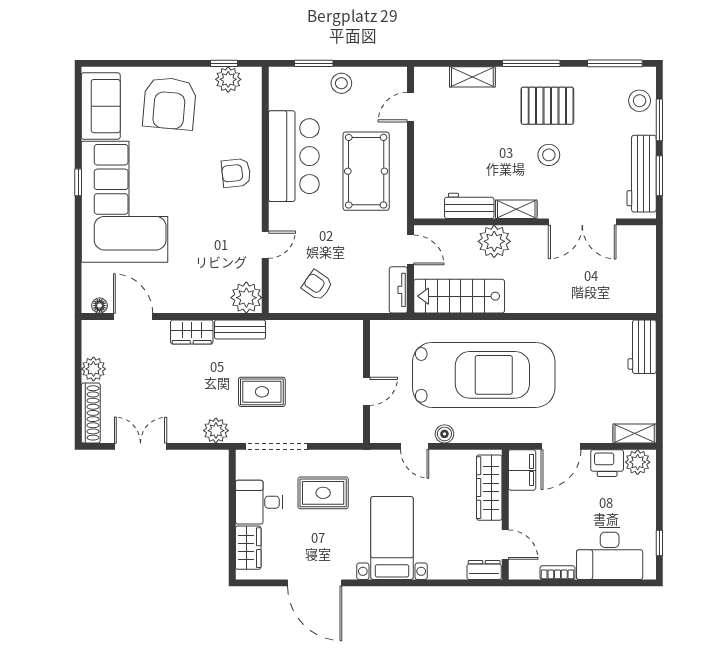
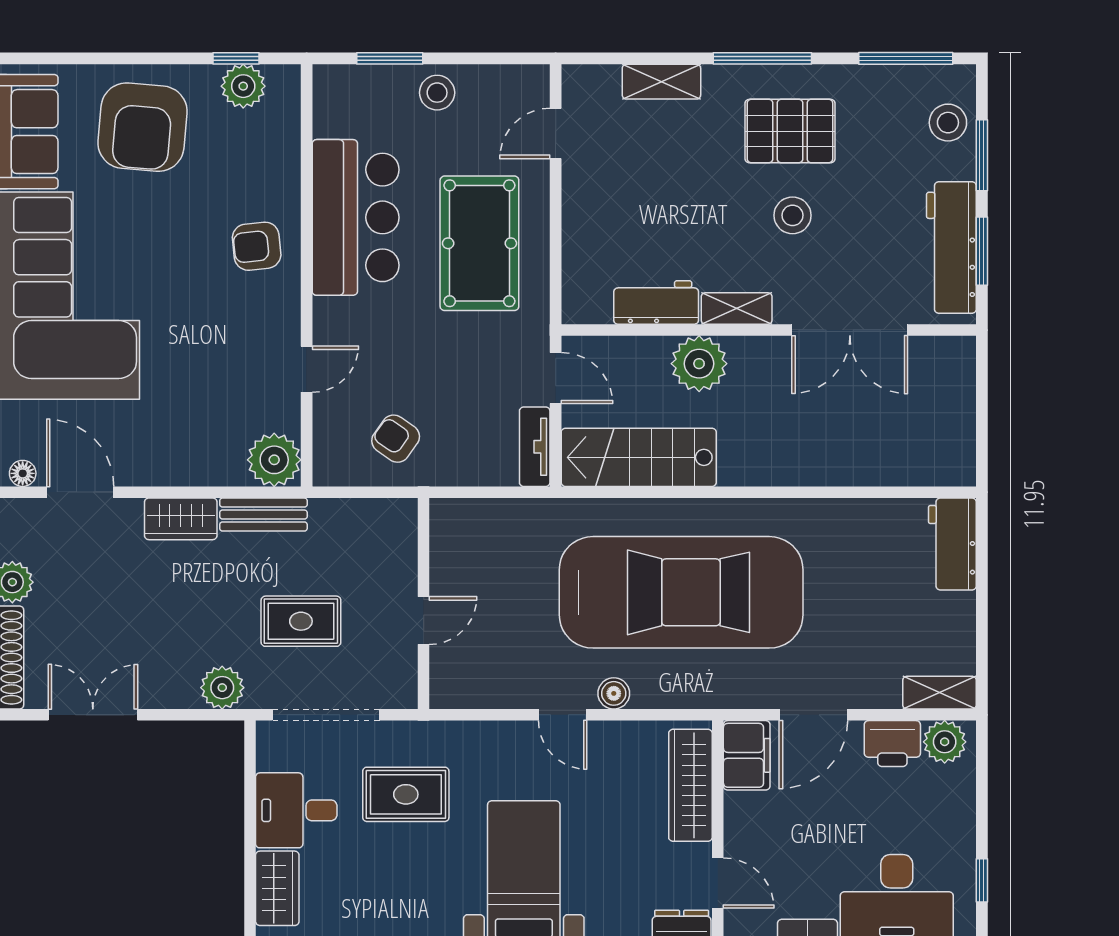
wall: (367, 381) -> (424, 604), moved
door: (367, 391) -> (424, 621), moved

